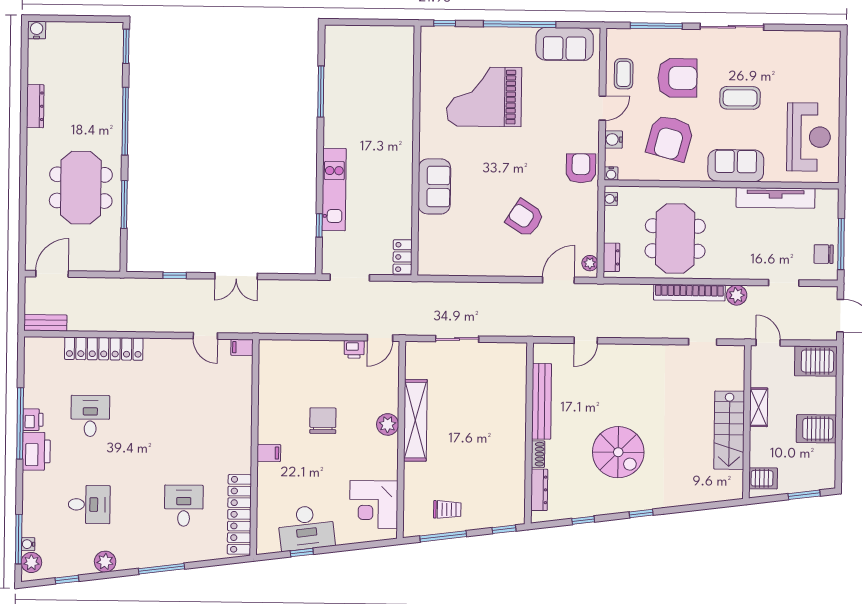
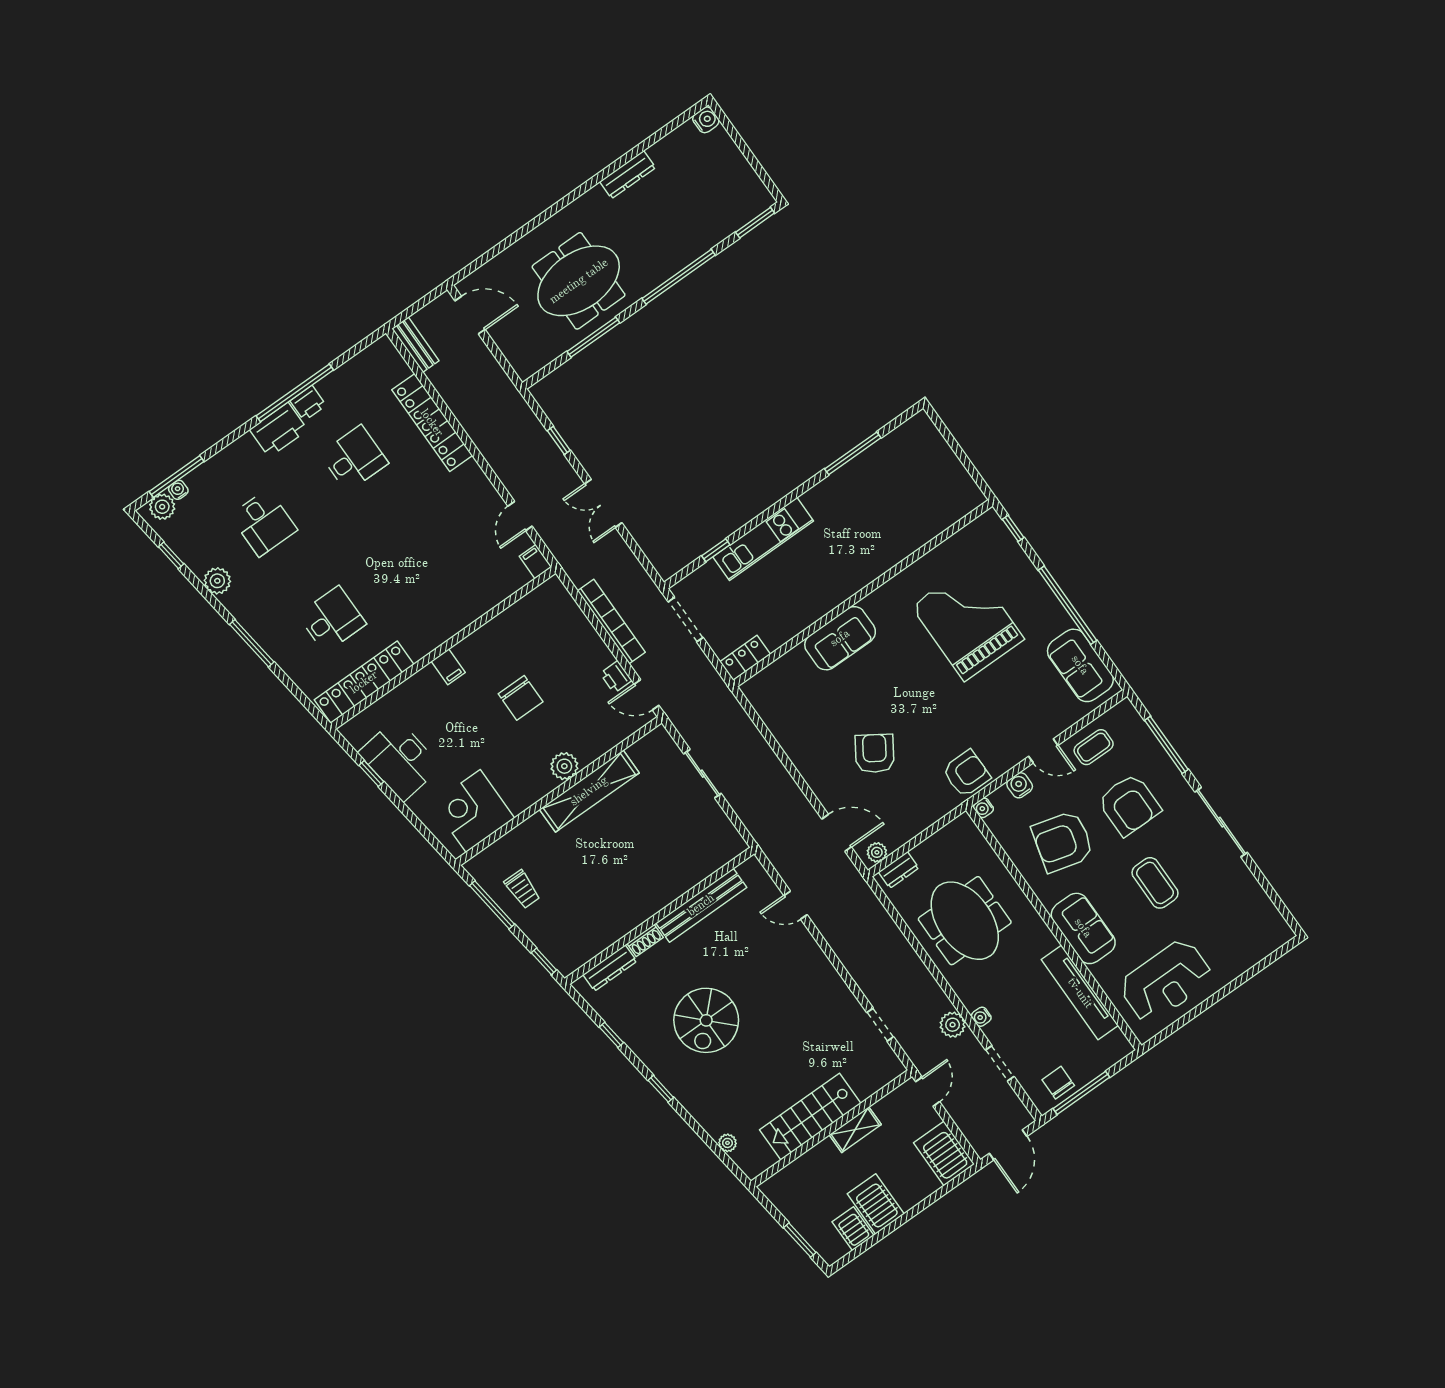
water cooler: (611, 199) -> (981, 1017), moved, turned -90
meeting table: (675, 238) -> (965, 921), turned 90
bookcase: (689, 293) -> (611, 621), moved, turned 180
chair: (323, 421) -> (521, 698), turned 90
server rack: (763, 478) -> (853, 1229), moved, turned 180
plant: (707, 496) -> (727, 1143), added

